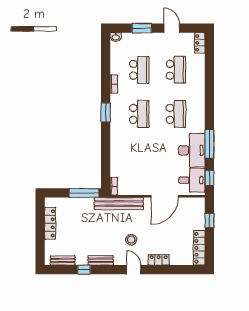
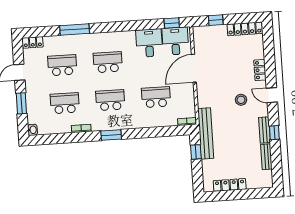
window: (209, 144) -> (75, 30), moved
desk: (192, 150) -> (149, 43), width x0.73
school desk: (139, 158) -> (156, 97), added
window: (84, 193) -> (196, 152), width x0.46
door: (165, 196) -> (194, 68), swing flipped
bench: (119, 204) -> (206, 133), moved
bench: (63, 260) -> (266, 157), moved
window: (84, 270) -> (274, 133), moved
door: (134, 270) -> (272, 95), hinge flipped

